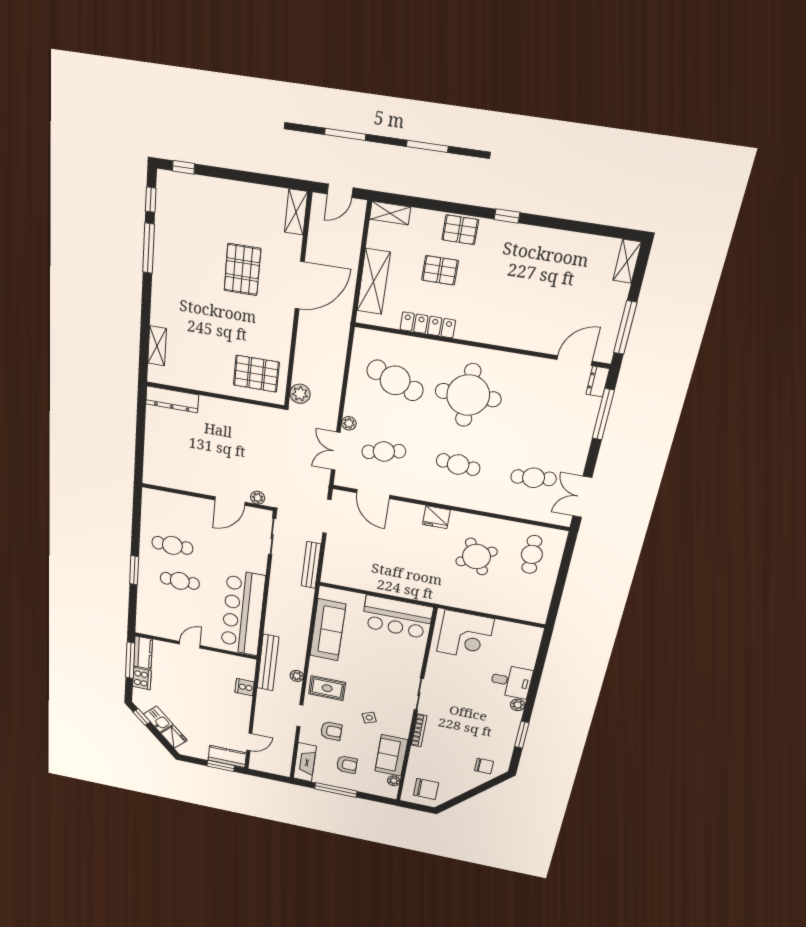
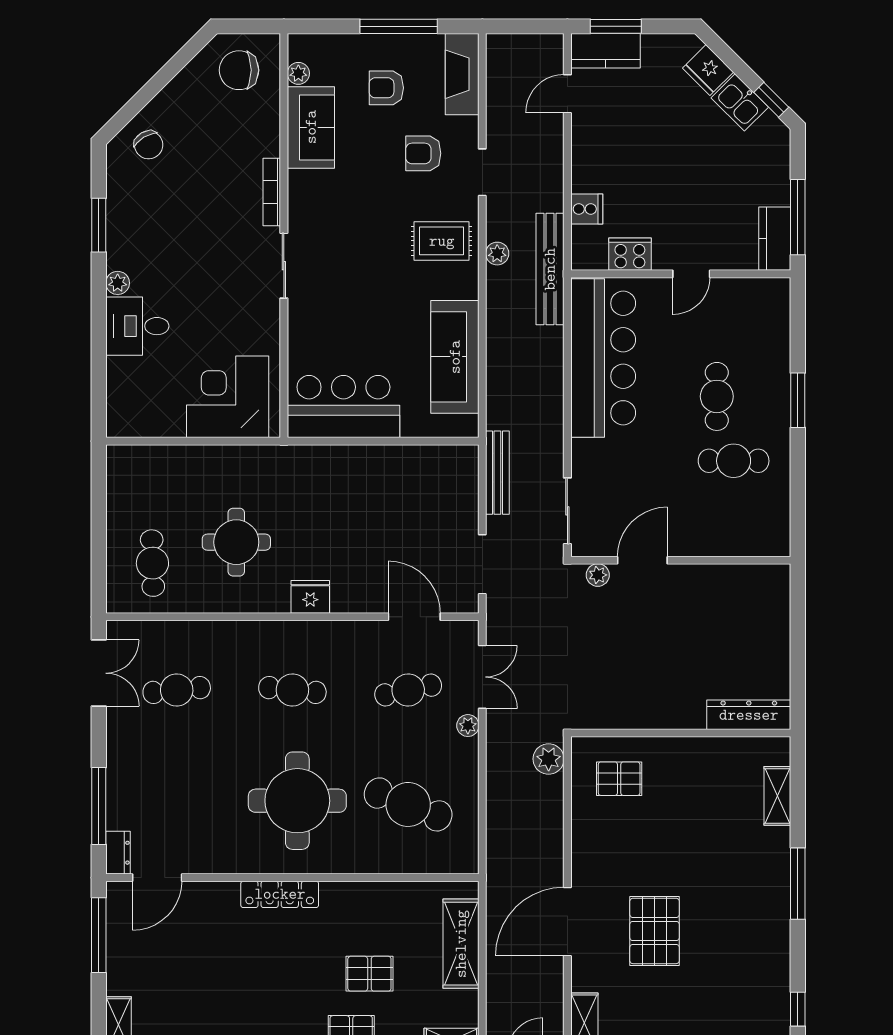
window: (149, 248) -> (798, 884), moved
locker: (428, 325) -> (280, 894), moved
pallet: (256, 374) -> (619, 779), width x0.67, depth x0.71
round table: (476, 557) -> (236, 542), turned 31
cafe table: (180, 581) -> (717, 396), turned 90
cooker: (142, 679) -> (630, 254), moved, turned 90
side table: (369, 718) -> (361, 198), removed
chair: (484, 766) -> (149, 145), turned -121

